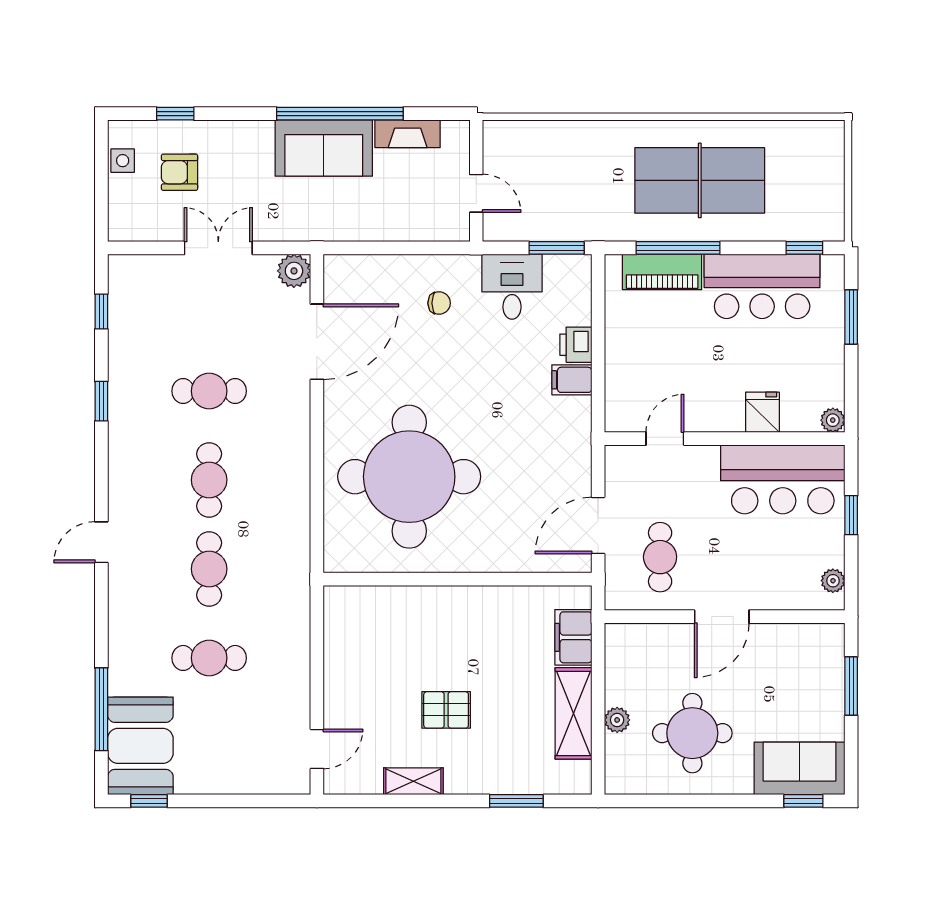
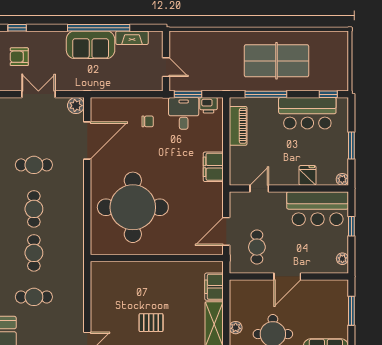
window: (557, 248) -> (188, 94), moved
piano: (662, 272) -> (238, 126), moved, turned -90
window: (851, 317) -> (351, 146), moved
printer: (576, 345) -> (208, 105), moved, turned -90
filing cabinet: (572, 380) -> (213, 167), width x2.00

